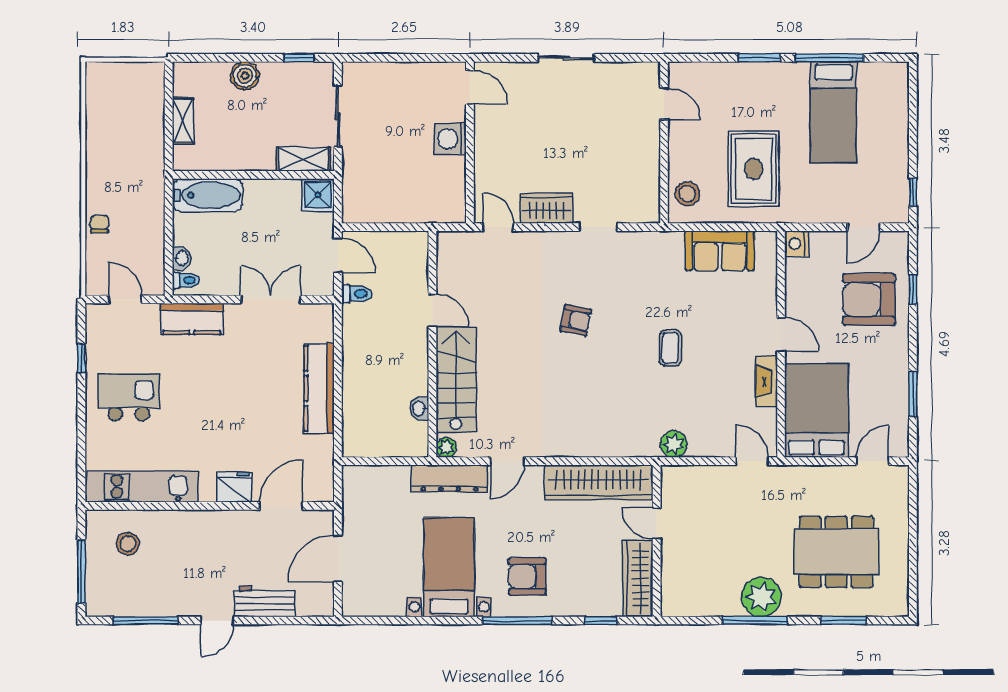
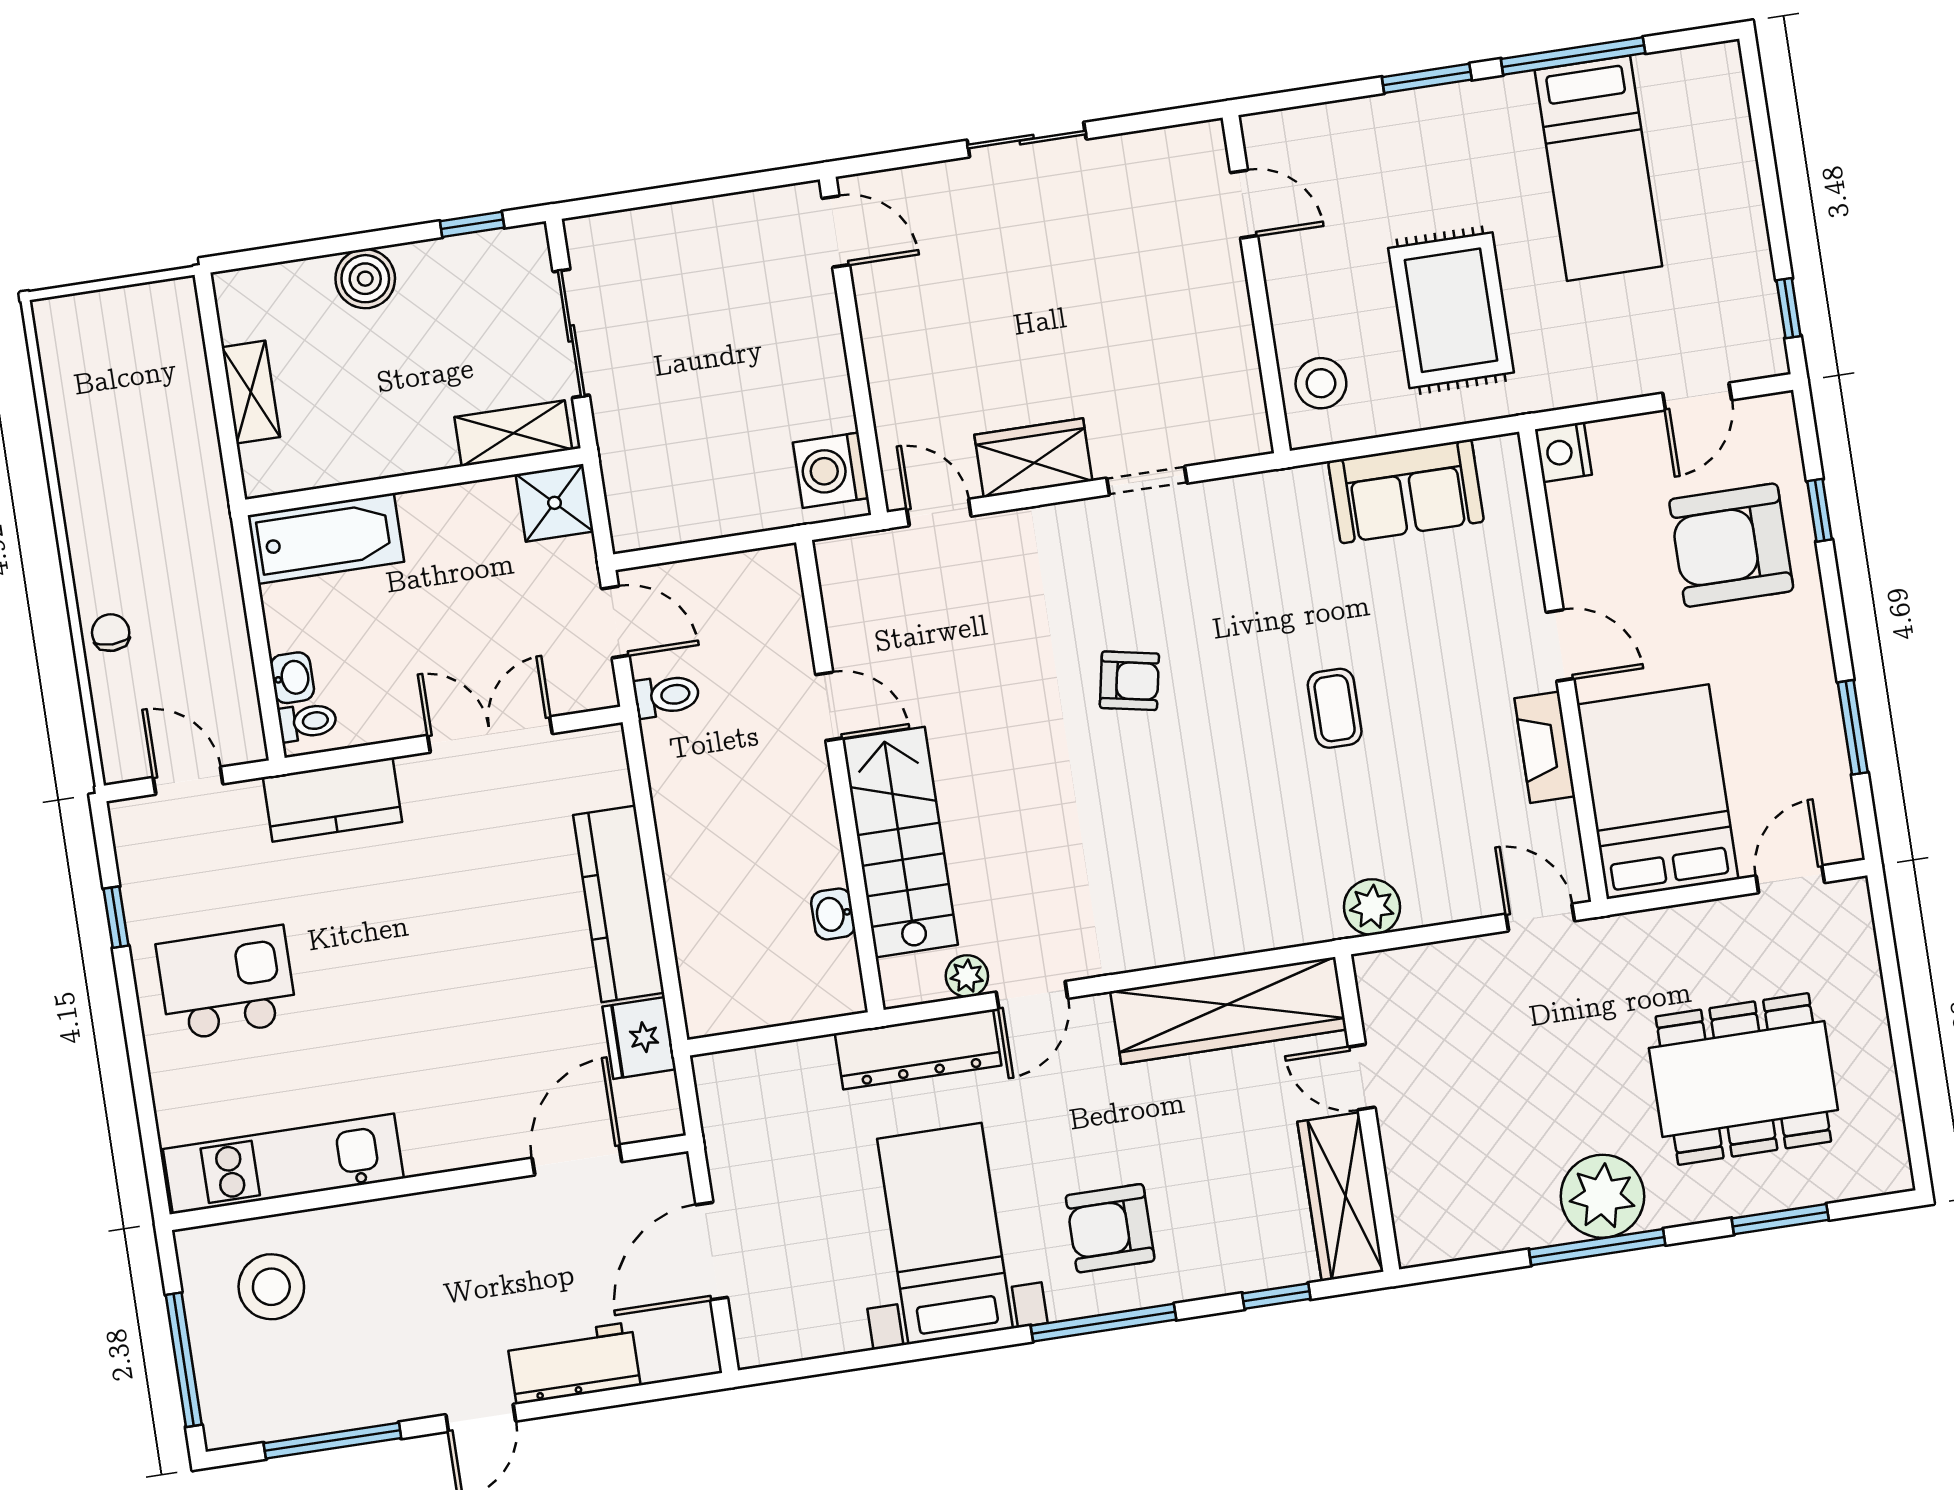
washing machine: (450, 139) -> (831, 470), moved
plant: (446, 447) -> (967, 976), moved
fridge: (234, 487) -> (639, 1038), moved, turned -90
stool: (128, 544) -> (271, 1287), width x1.38, depth x1.38

